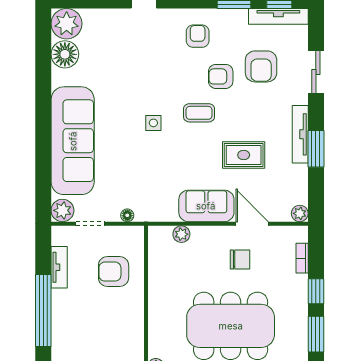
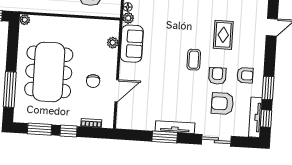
armchair: (198, 36) -> (245, 75), moved
side table: (153, 123) -> (189, 28), removed
rug: (244, 155) -> (223, 35), moved
sofa: (206, 206) -> (132, 44), moved
plant: (300, 213) -> (128, 18), moved

